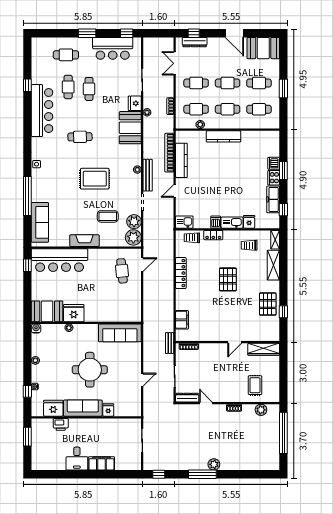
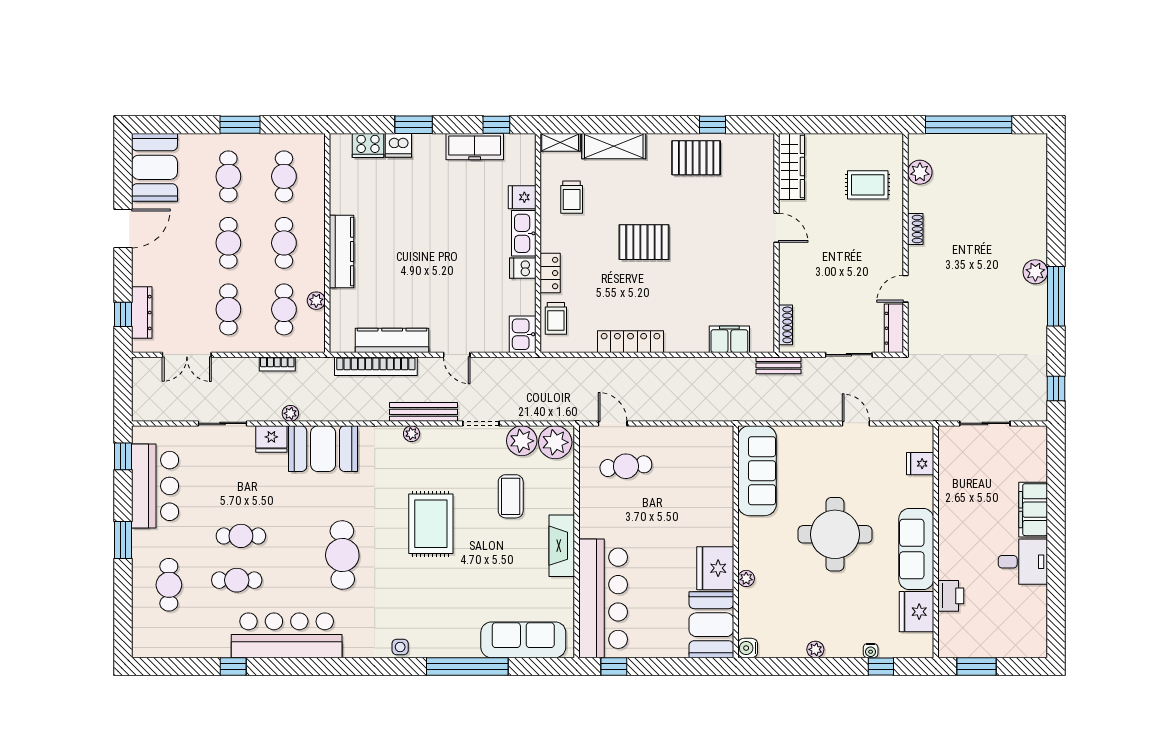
cafe table: (80, 137) -> (342, 555), width x1.37, depth x1.35
cooker: (274, 178) -> (368, 145), moved
fridge: (108, 410) -> (920, 464), moved

